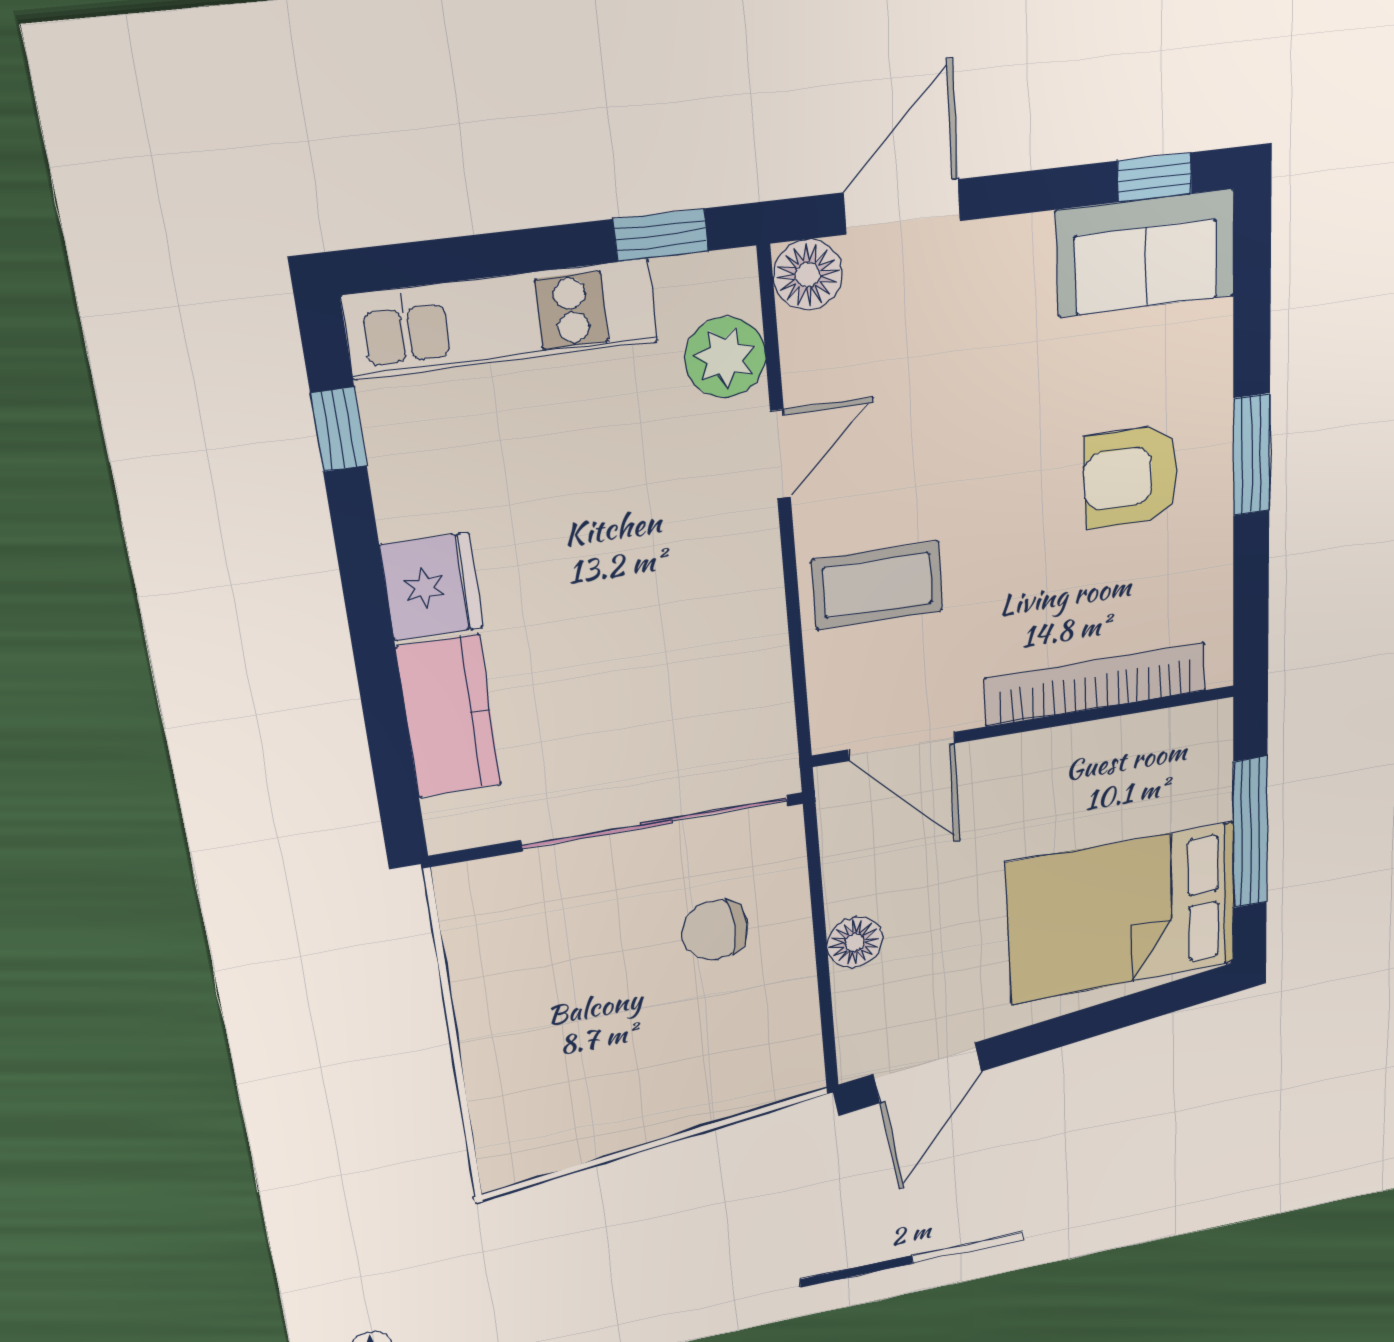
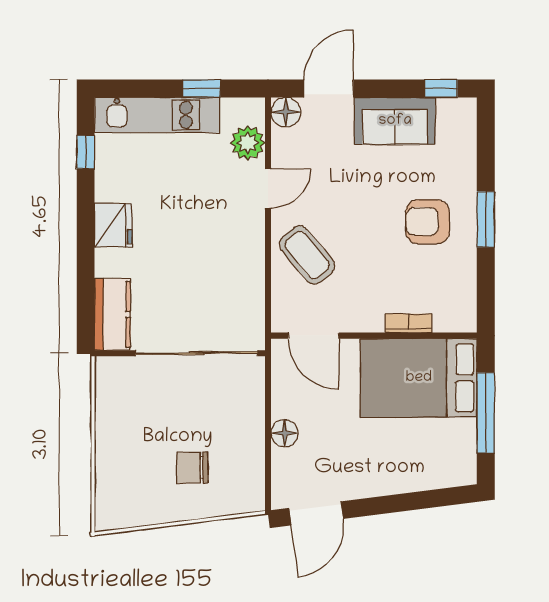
window: (661, 235) -> (201, 88), moved
sofa: (1146, 253) -> (395, 121), moved
coffee table: (877, 585) -> (307, 255), turned 50
bookcase: (1096, 684) -> (408, 323), width x0.43, depth x0.76
kitchen counter: (449, 716) -> (112, 314), moved
bed: (1122, 914) -> (419, 378), moved
chair: (715, 930) -> (192, 468), moved

